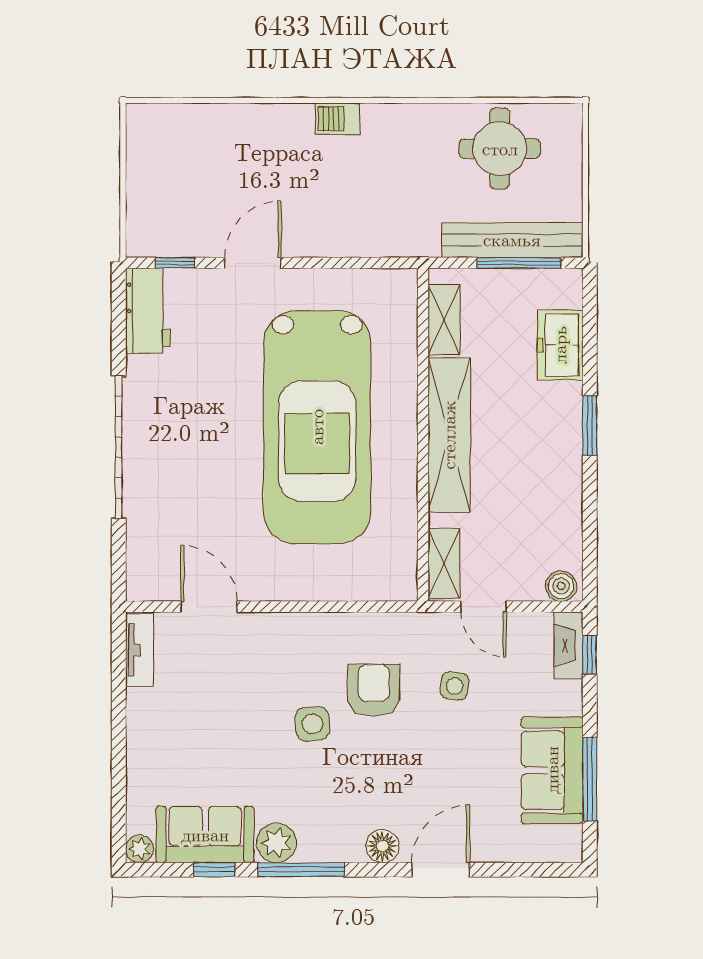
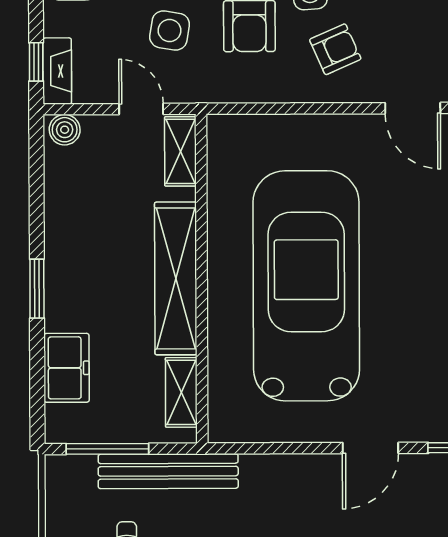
bench: (512, 240) -> (168, 471), moved
armchair: (287, 666) -> (335, 49), added
side table: (455, 686) -> (170, 31), width x1.37, depth x1.37

